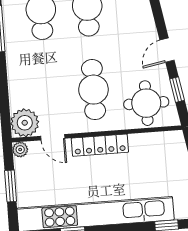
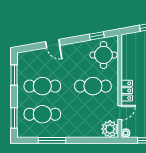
door: (167, 50) -> (53, 44), moved
locker: (100, 145) -> (127, 91), width x0.66

